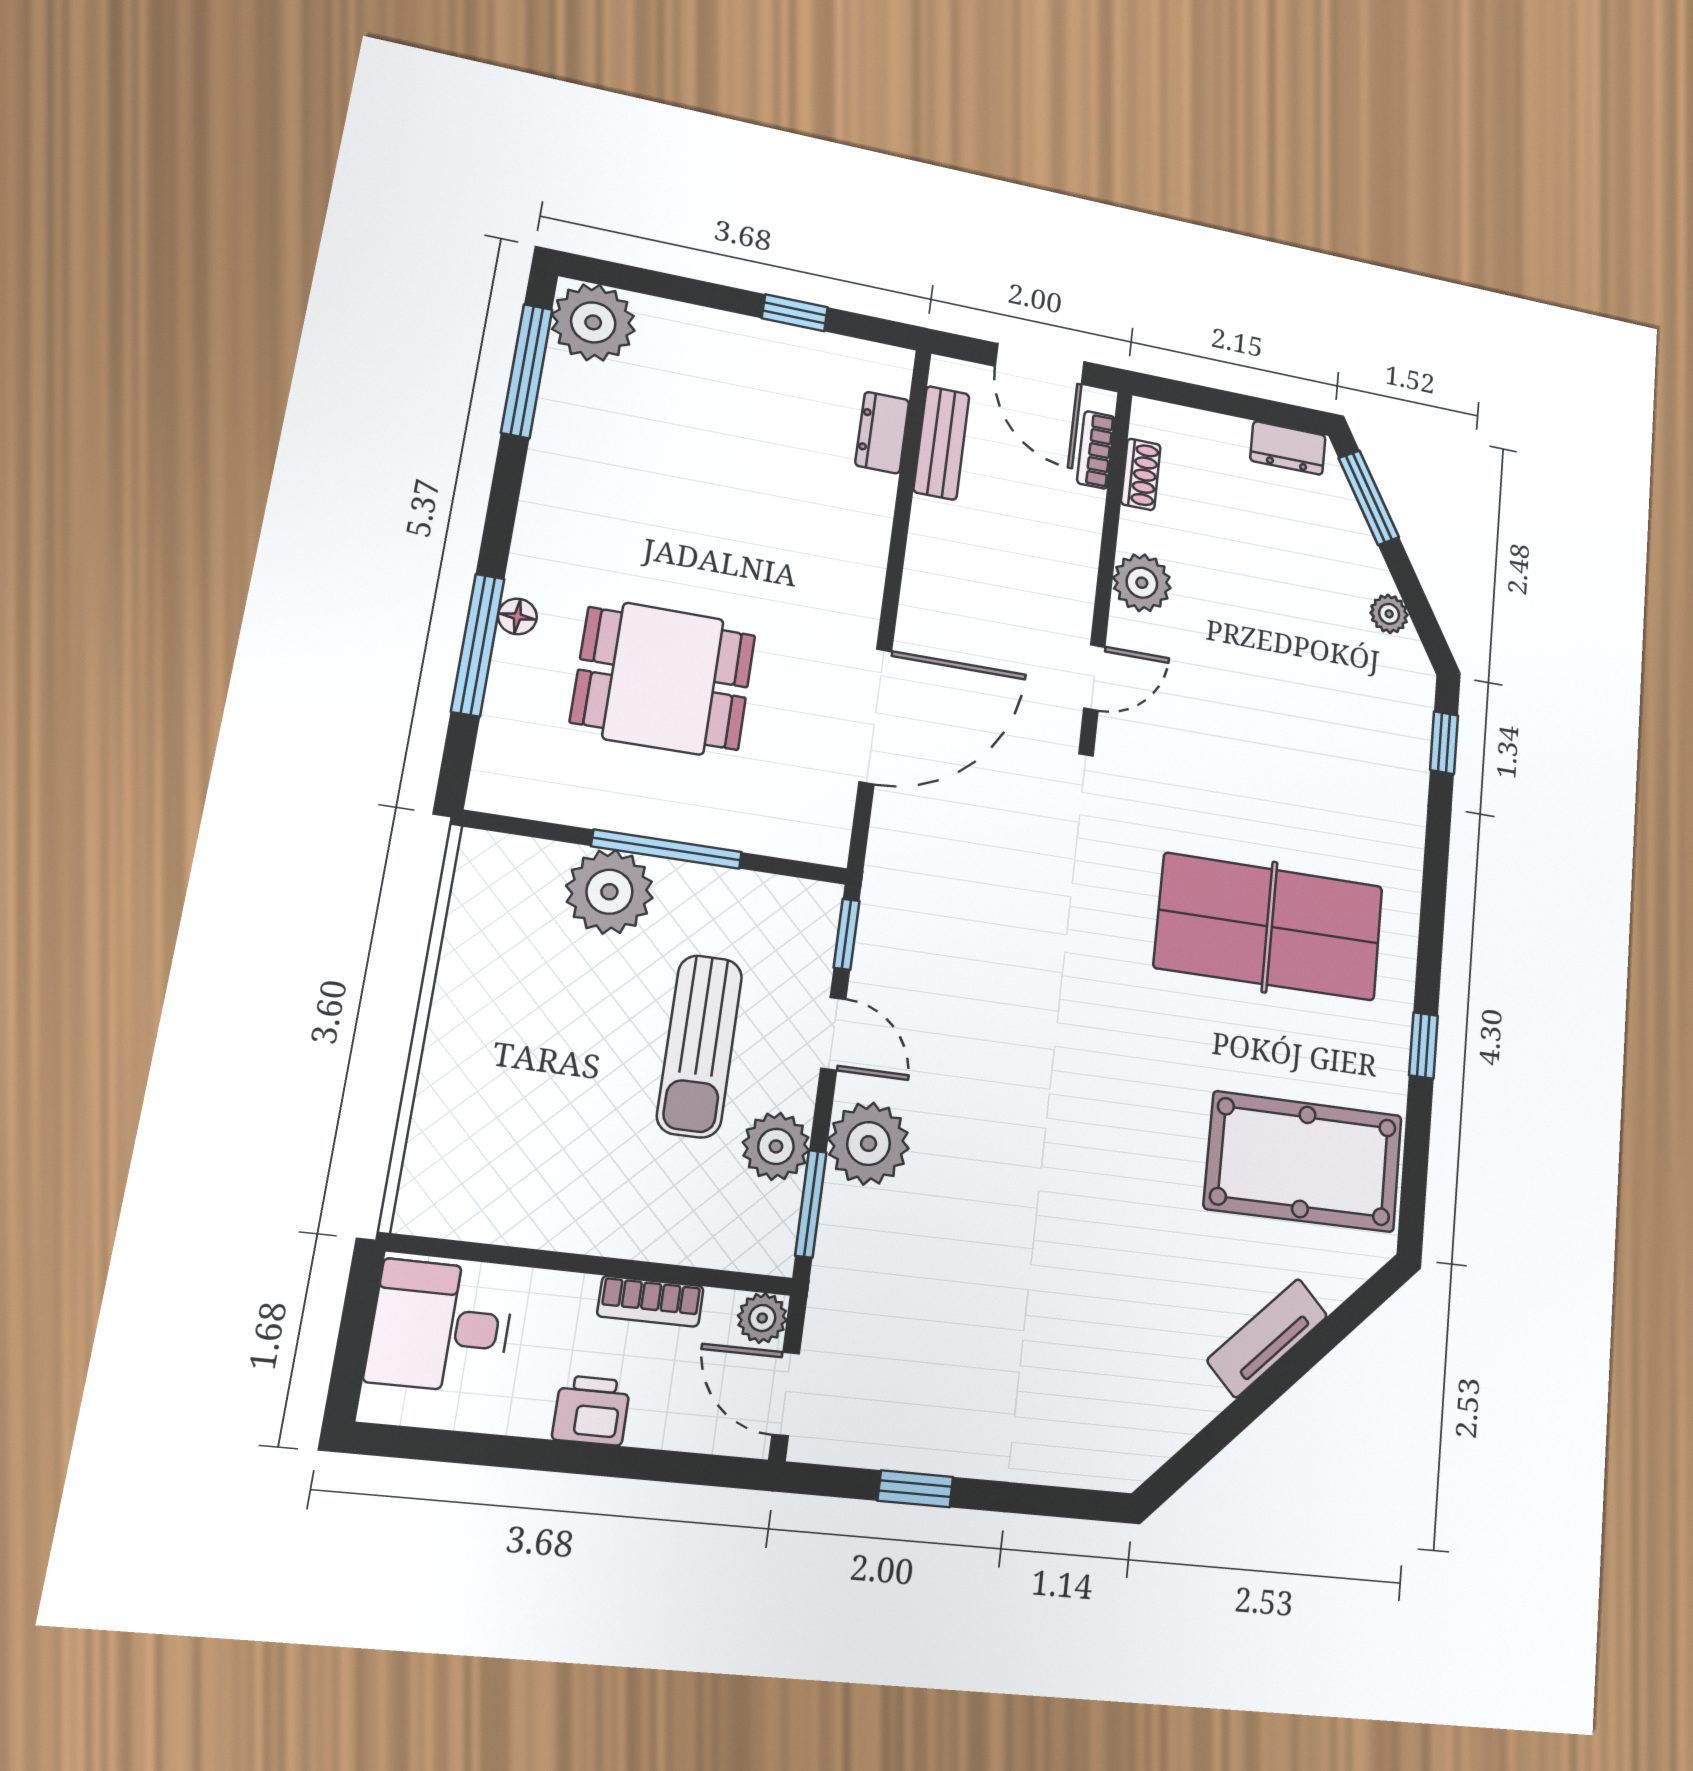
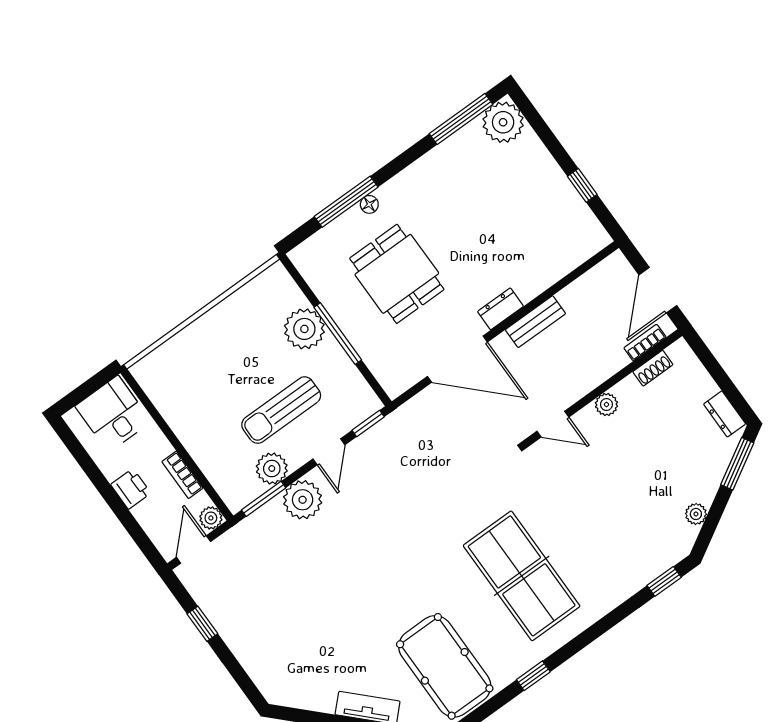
dresser: (882, 433) -> (500, 309), moved
bench: (941, 443) -> (535, 322), moved
plant: (1142, 583) -> (606, 404), width x0.73, depth x0.73

